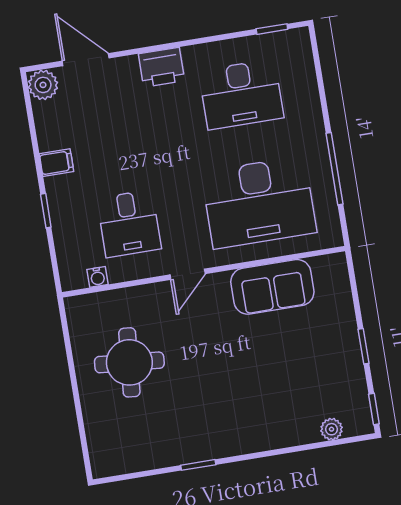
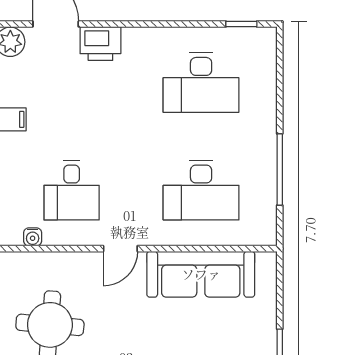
printer: (162, 67) -> (100, 44), moved
desk: (259, 202) -> (201, 190), width x0.73, depth x0.77
sofa: (272, 287) -> (201, 274), width x1.36

